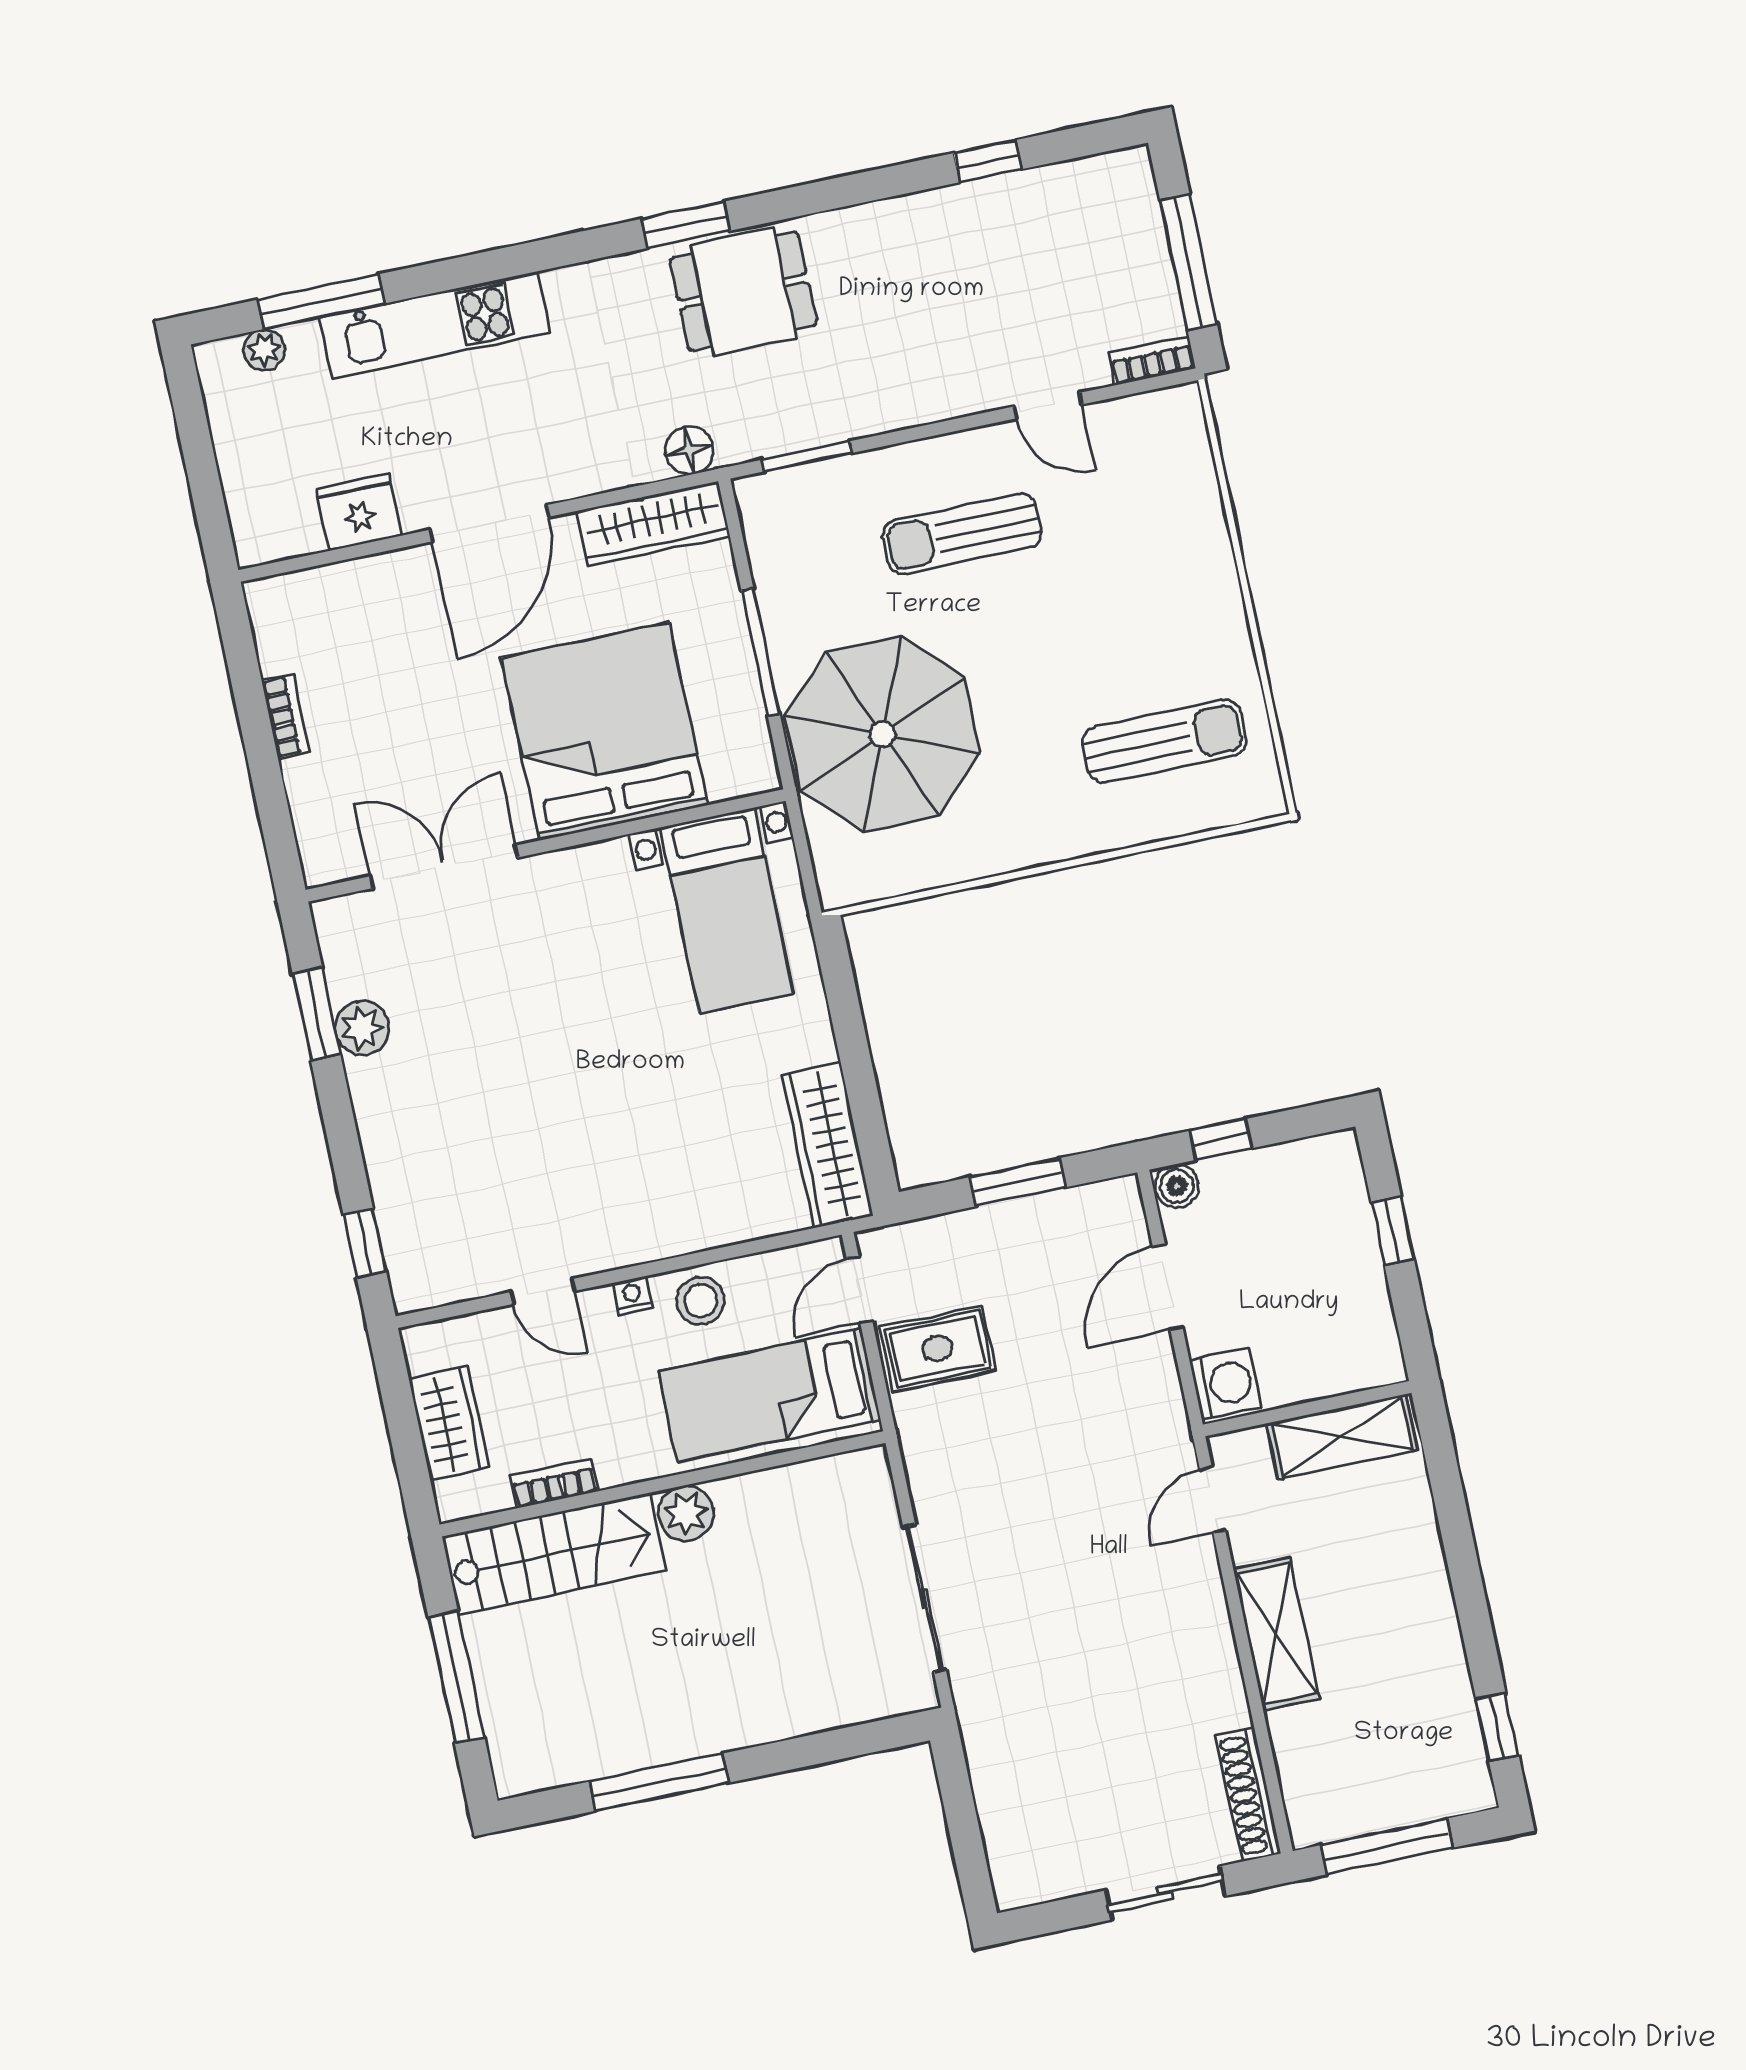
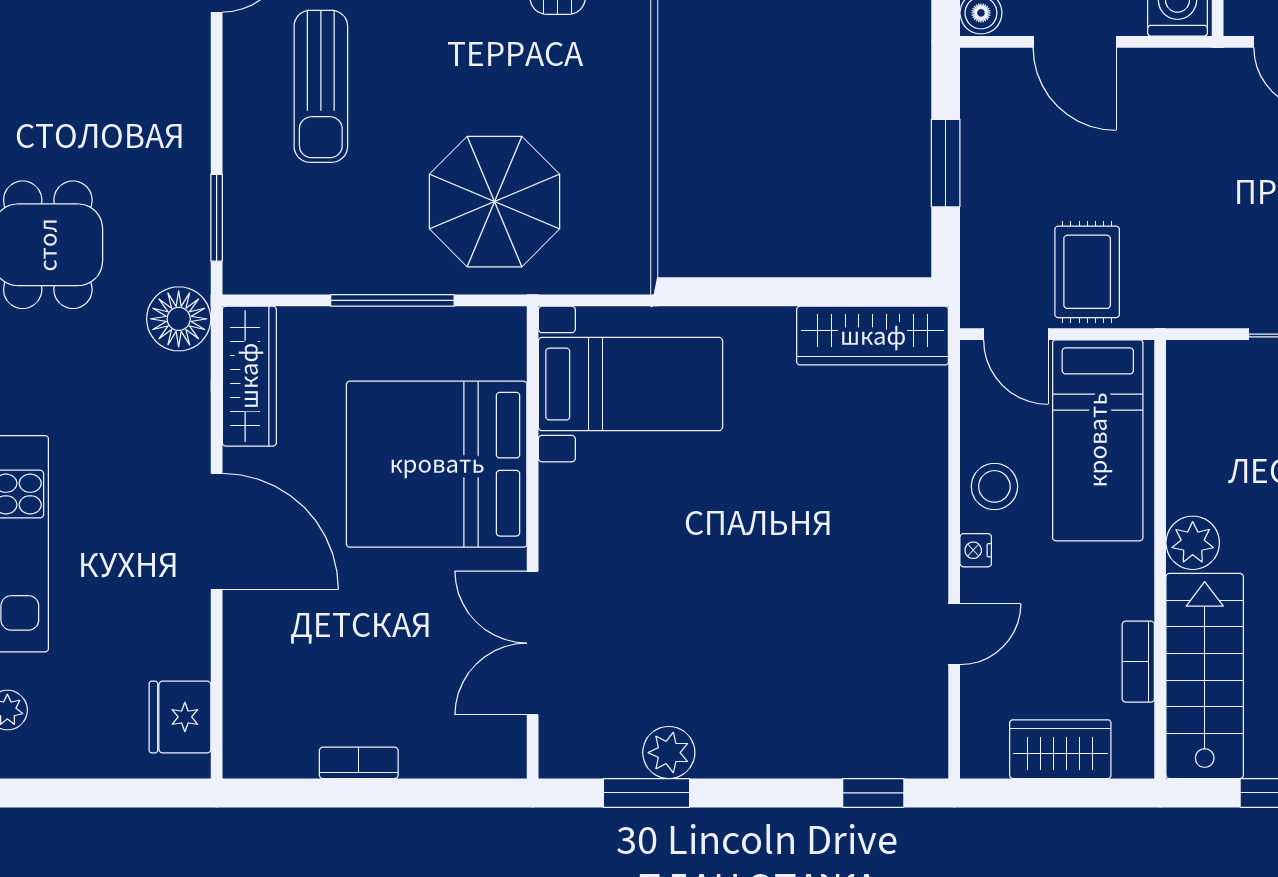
floor lamp: (689, 450) -> (179, 319), width x1.38, depth x1.38
fridge: (359, 512) -> (180, 717), moved
parasol: (882, 734) -> (495, 202), width x0.73, depth x0.73

